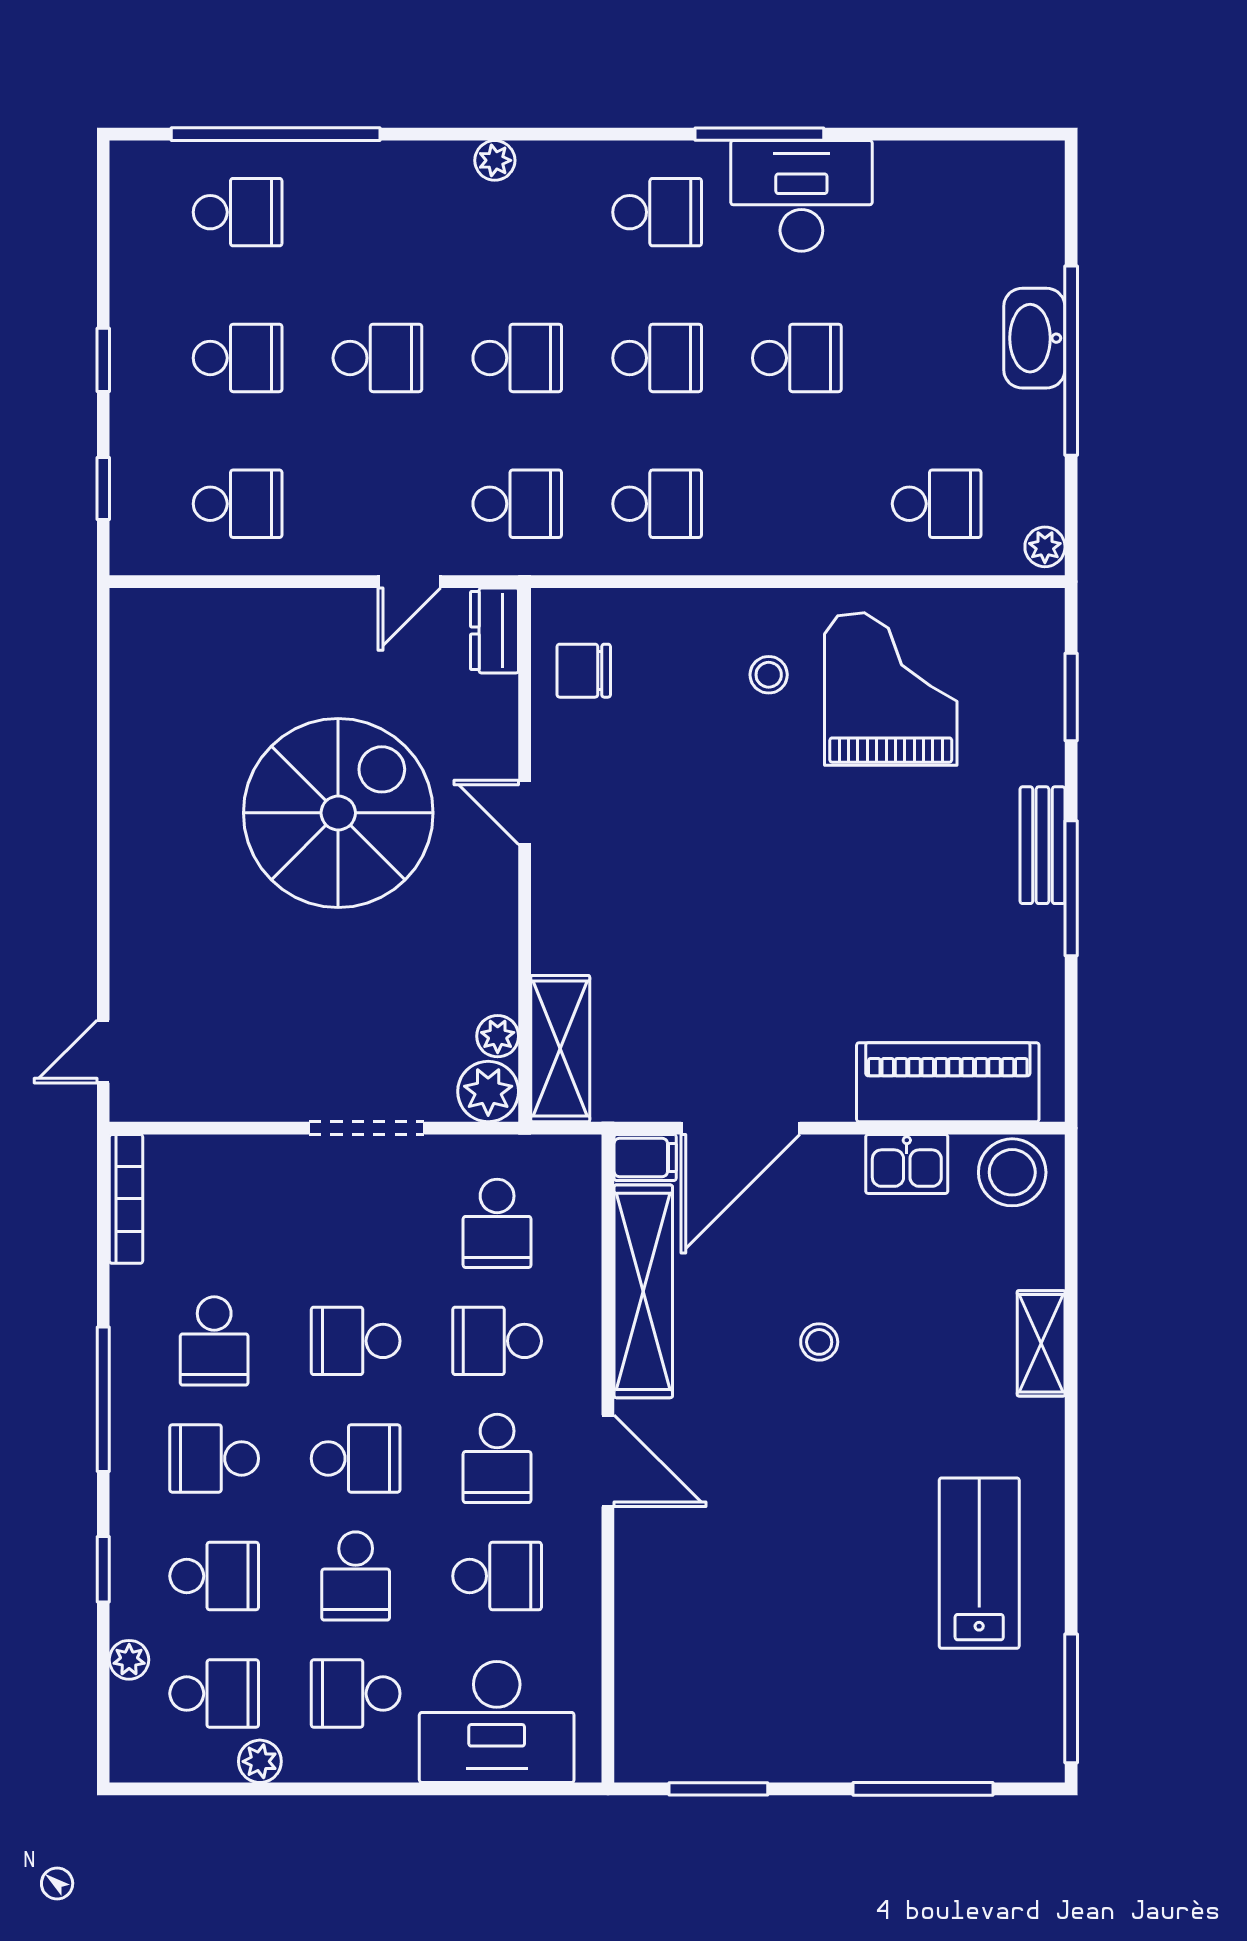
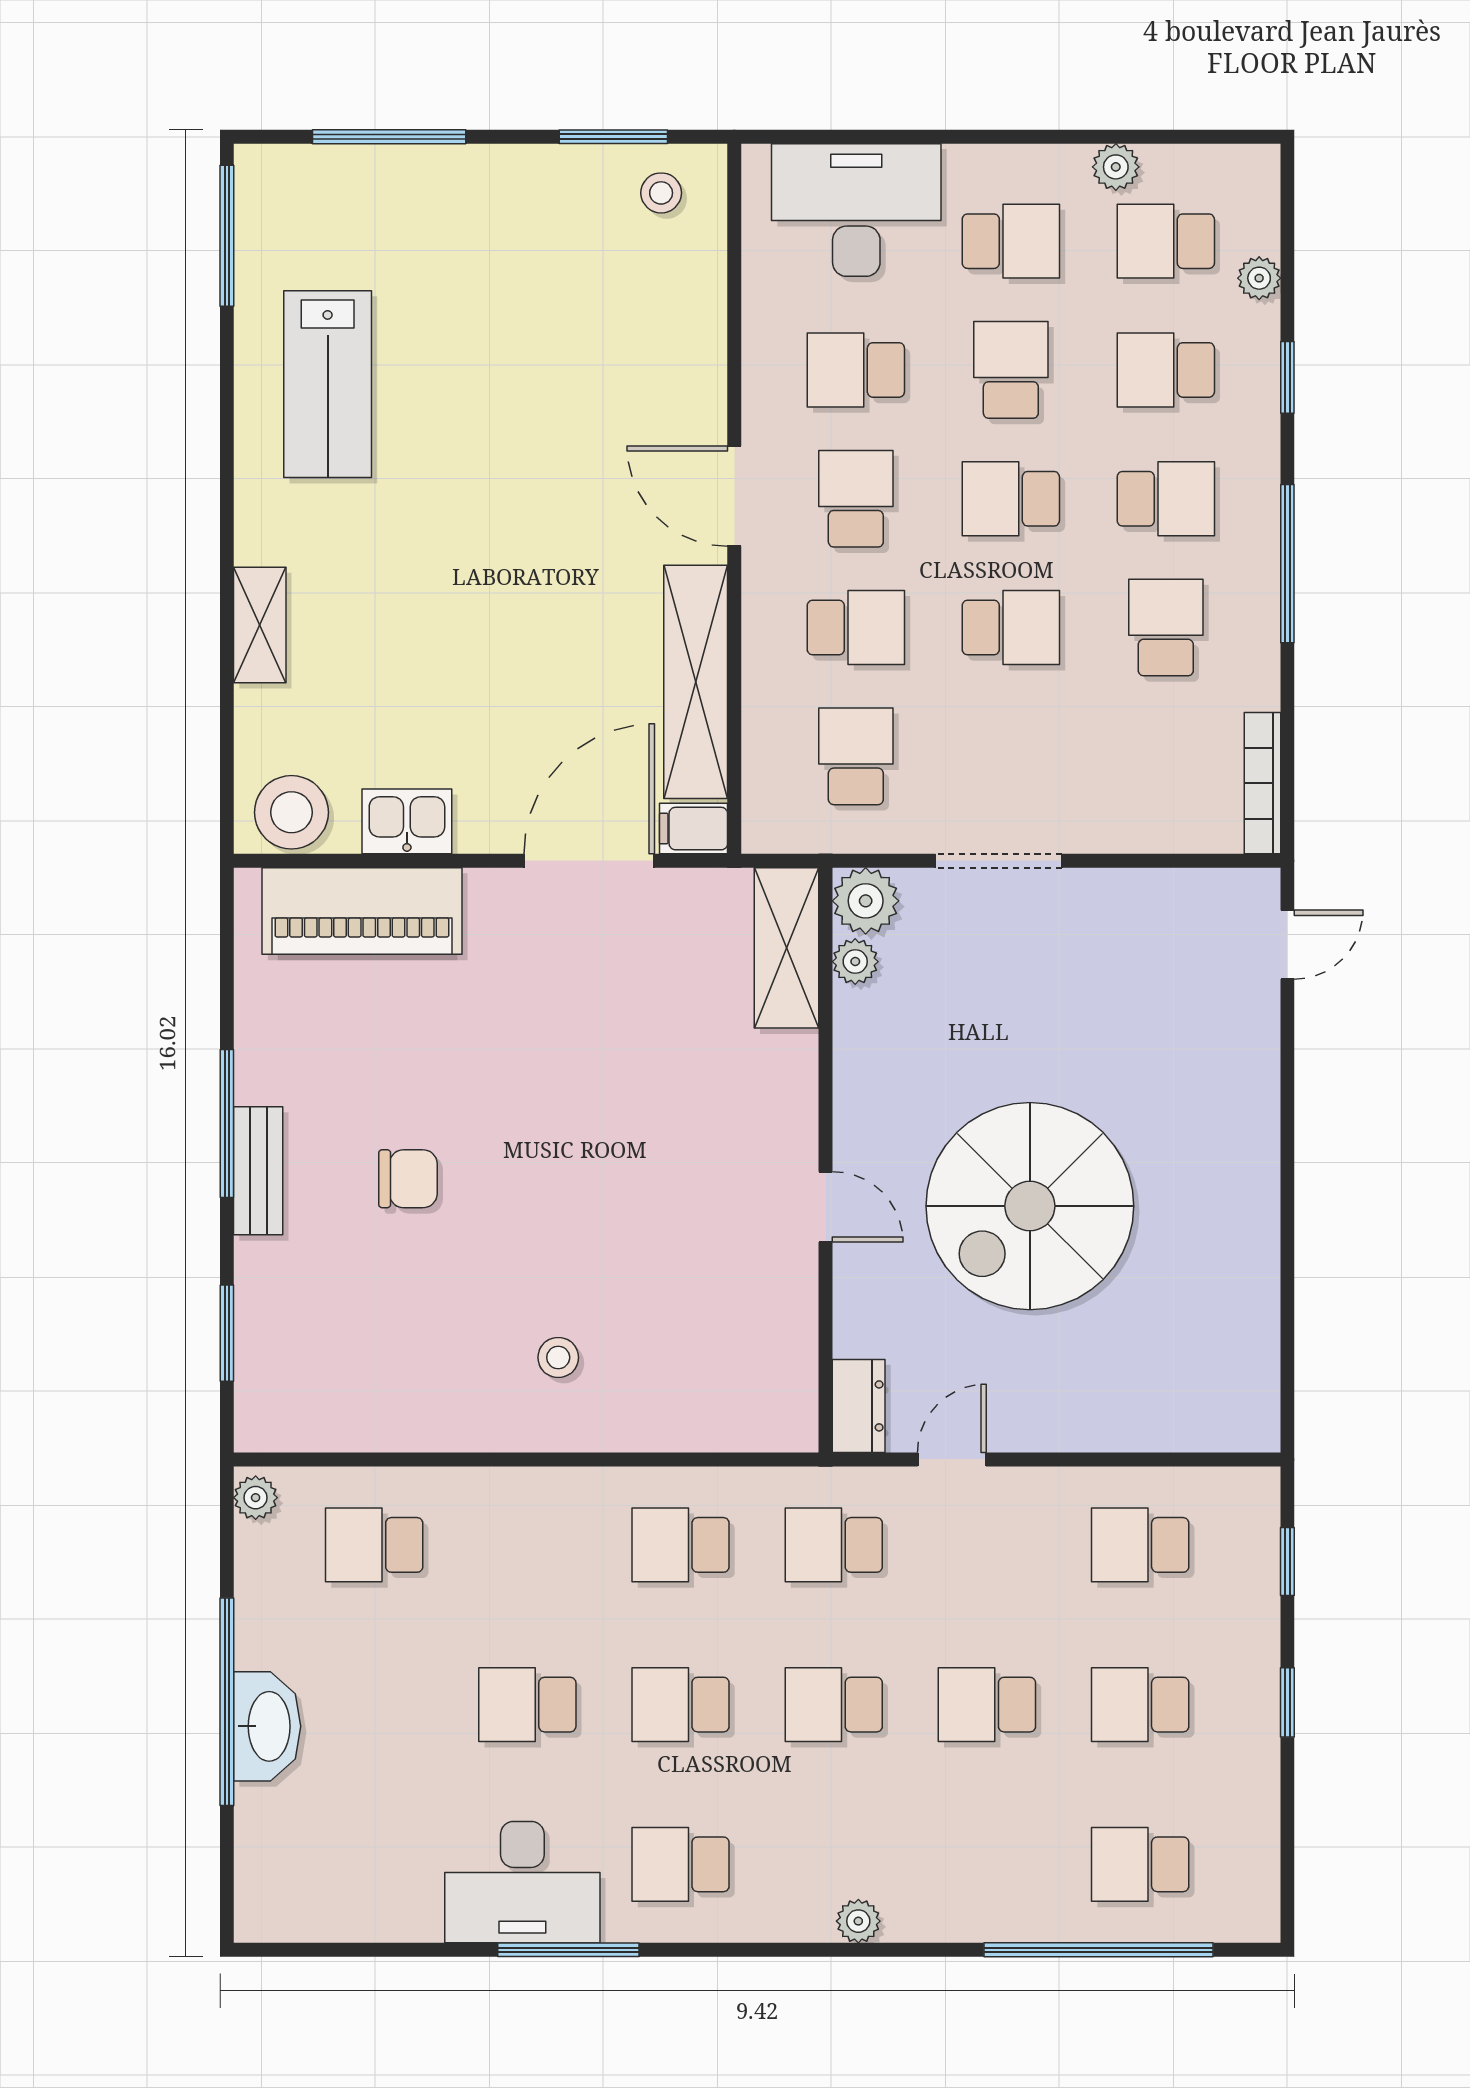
chair: (584, 671) -> (408, 1179), moved
grand piano: (891, 689) -> (424, 1342), removed
stool: (819, 1342) -> (661, 193), moved

